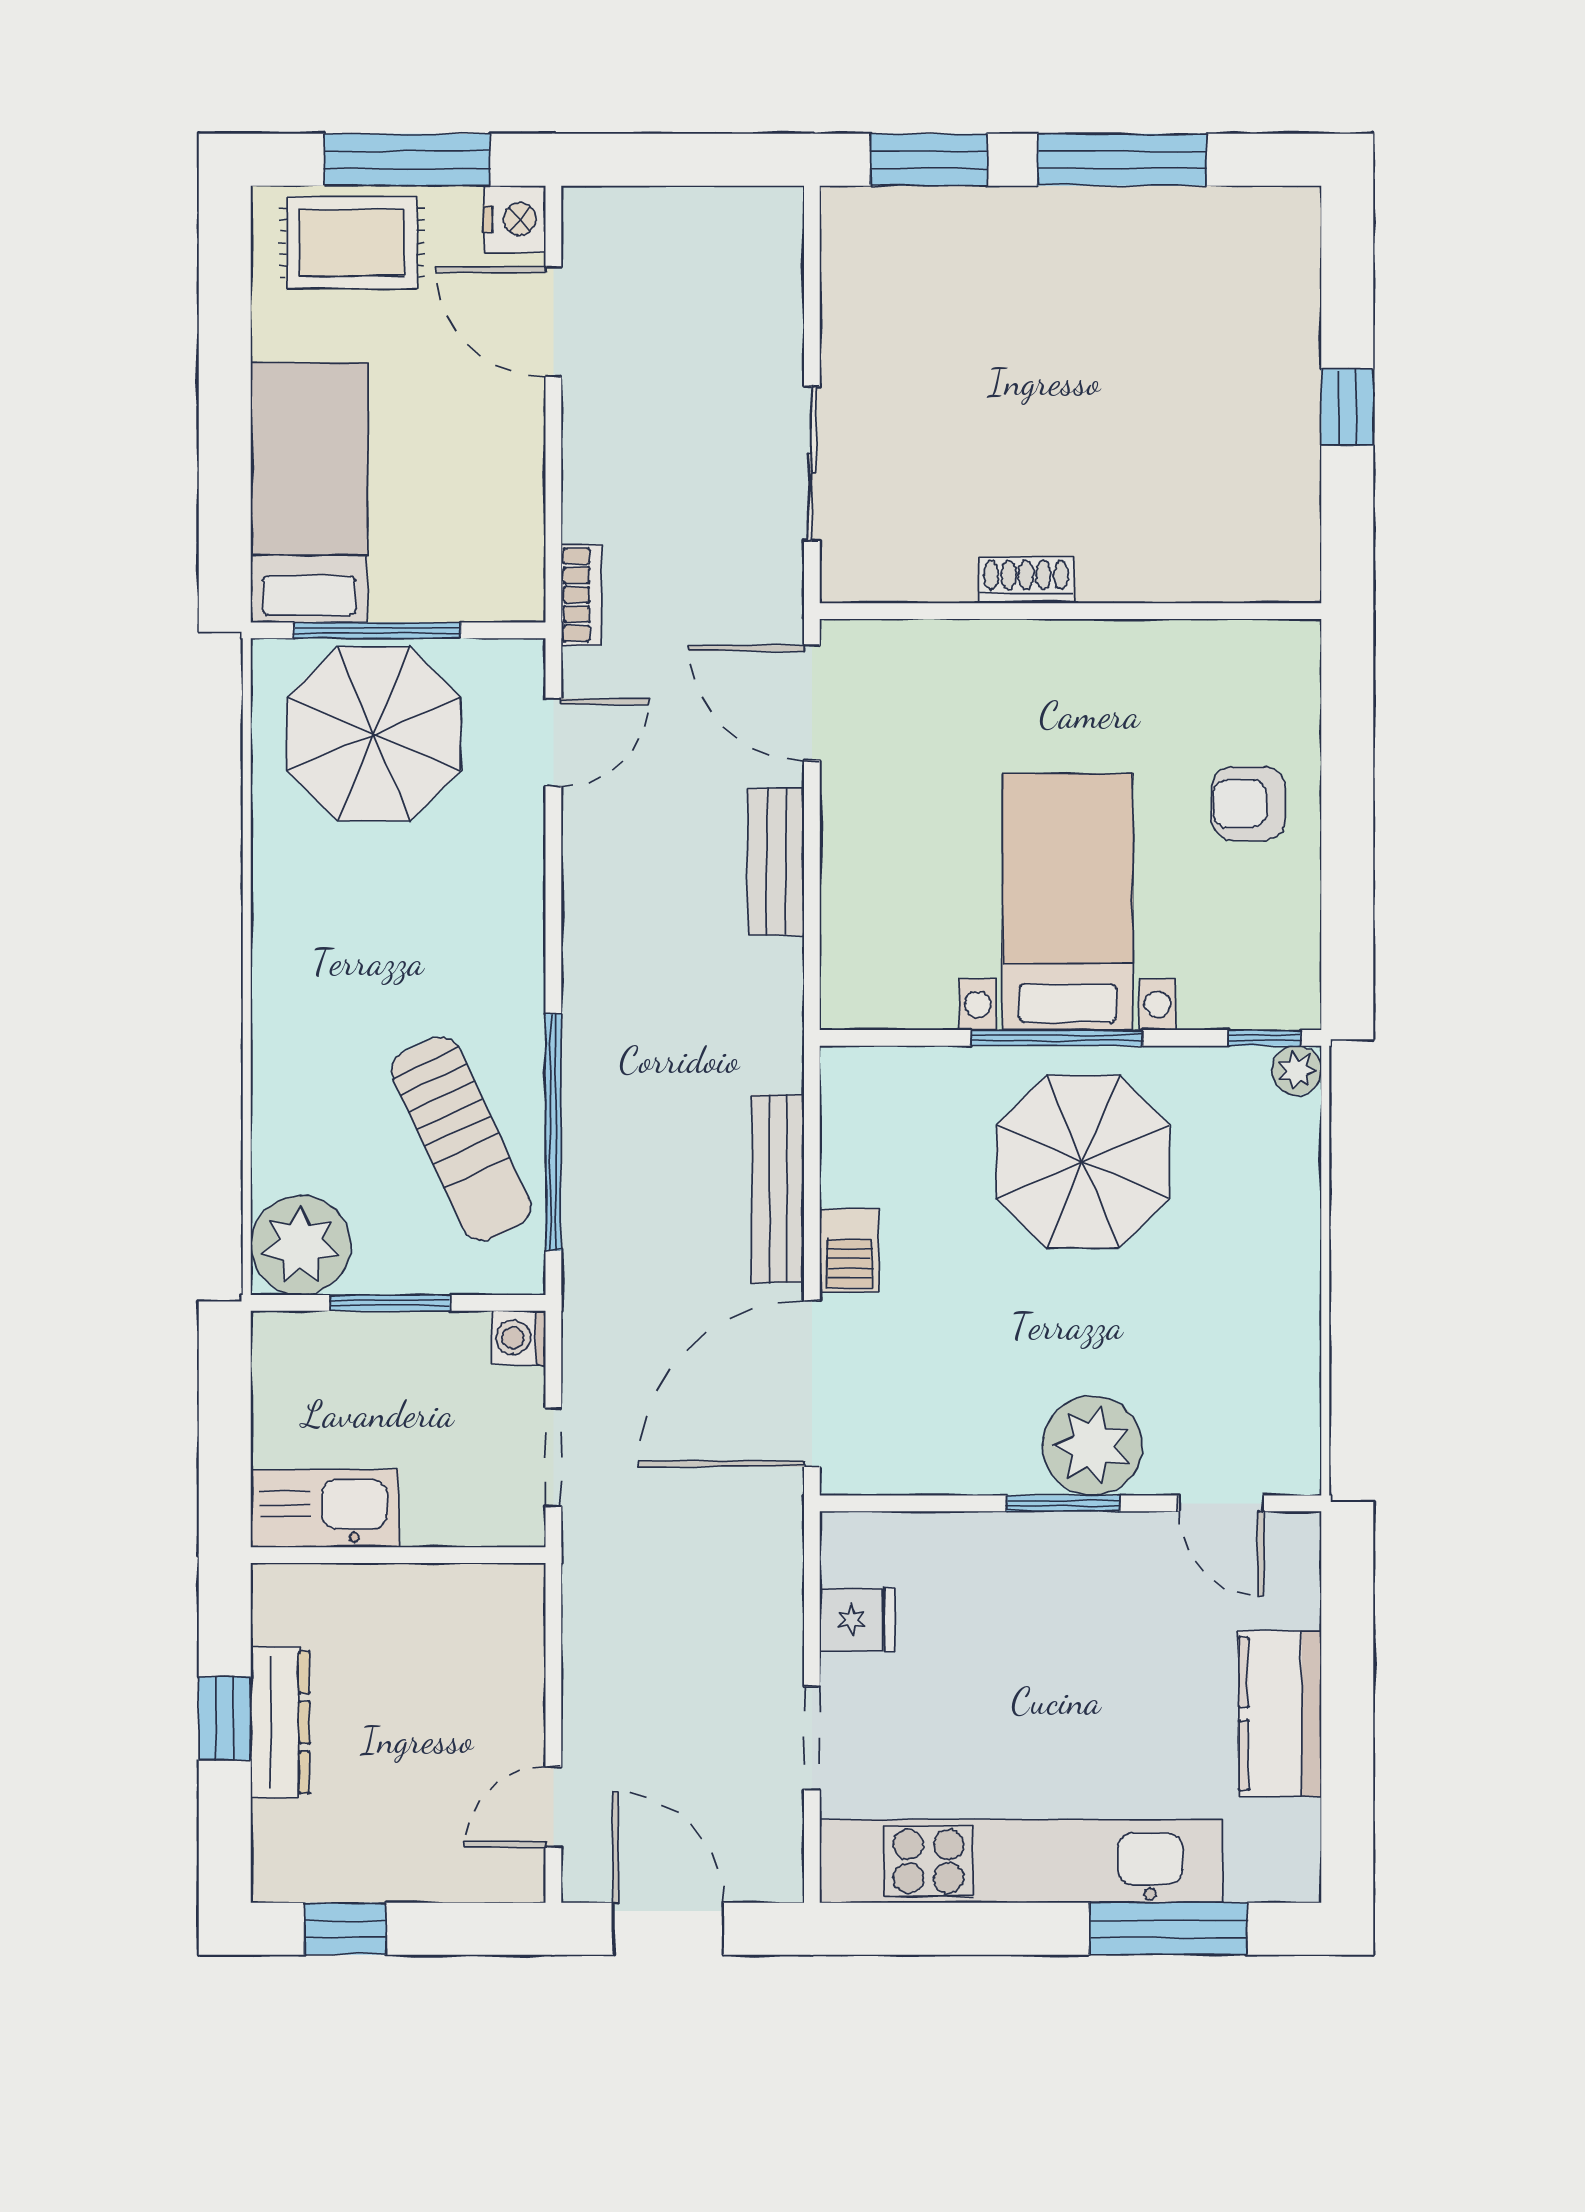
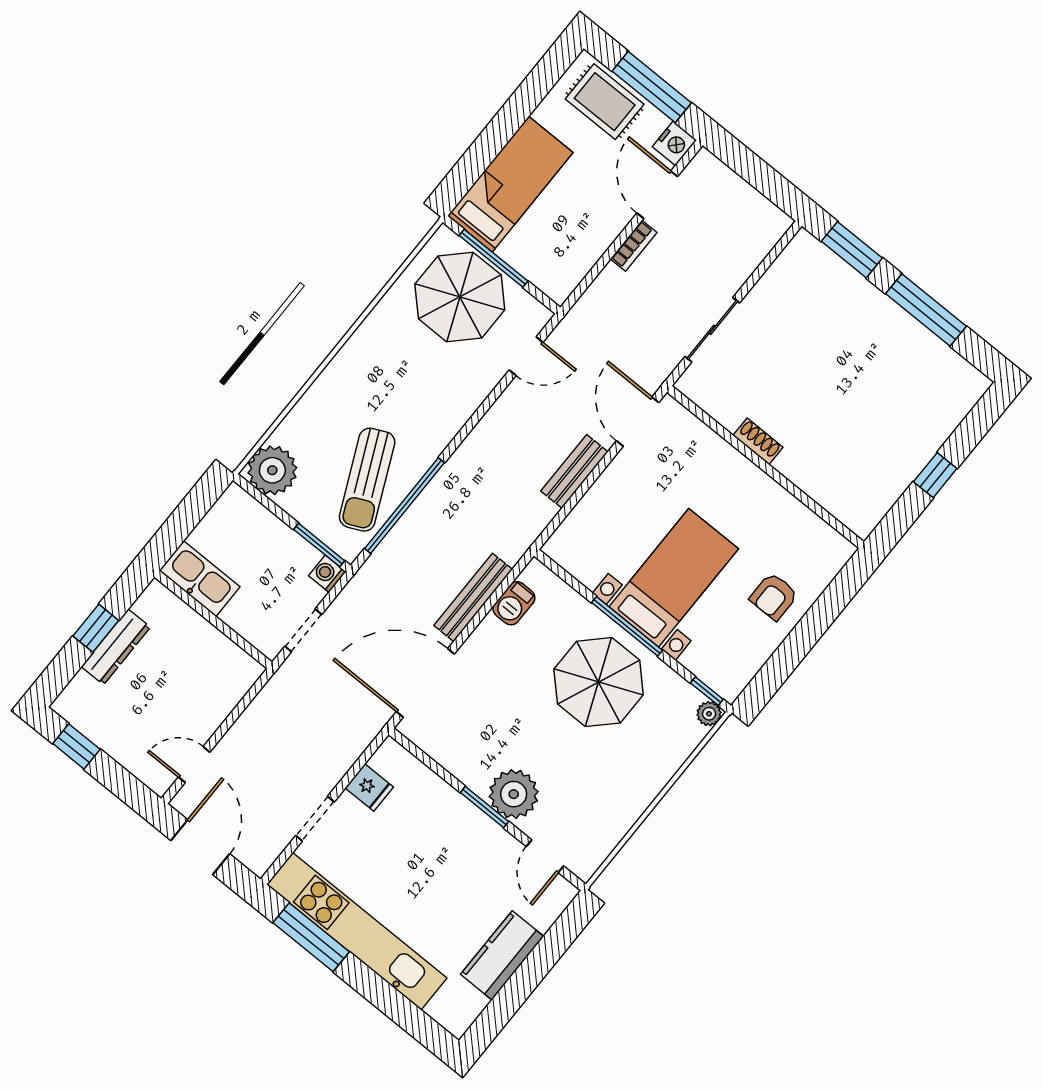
bookcase: (581, 595) -> (634, 246), moved
armchair: (1249, 804) -> (774, 596), turned -90
barbecue: (849, 1251) -> (514, 603), moved
window: (390, 1303) -> (319, 545), moved
window: (1168, 1929) -> (311, 937), moved

